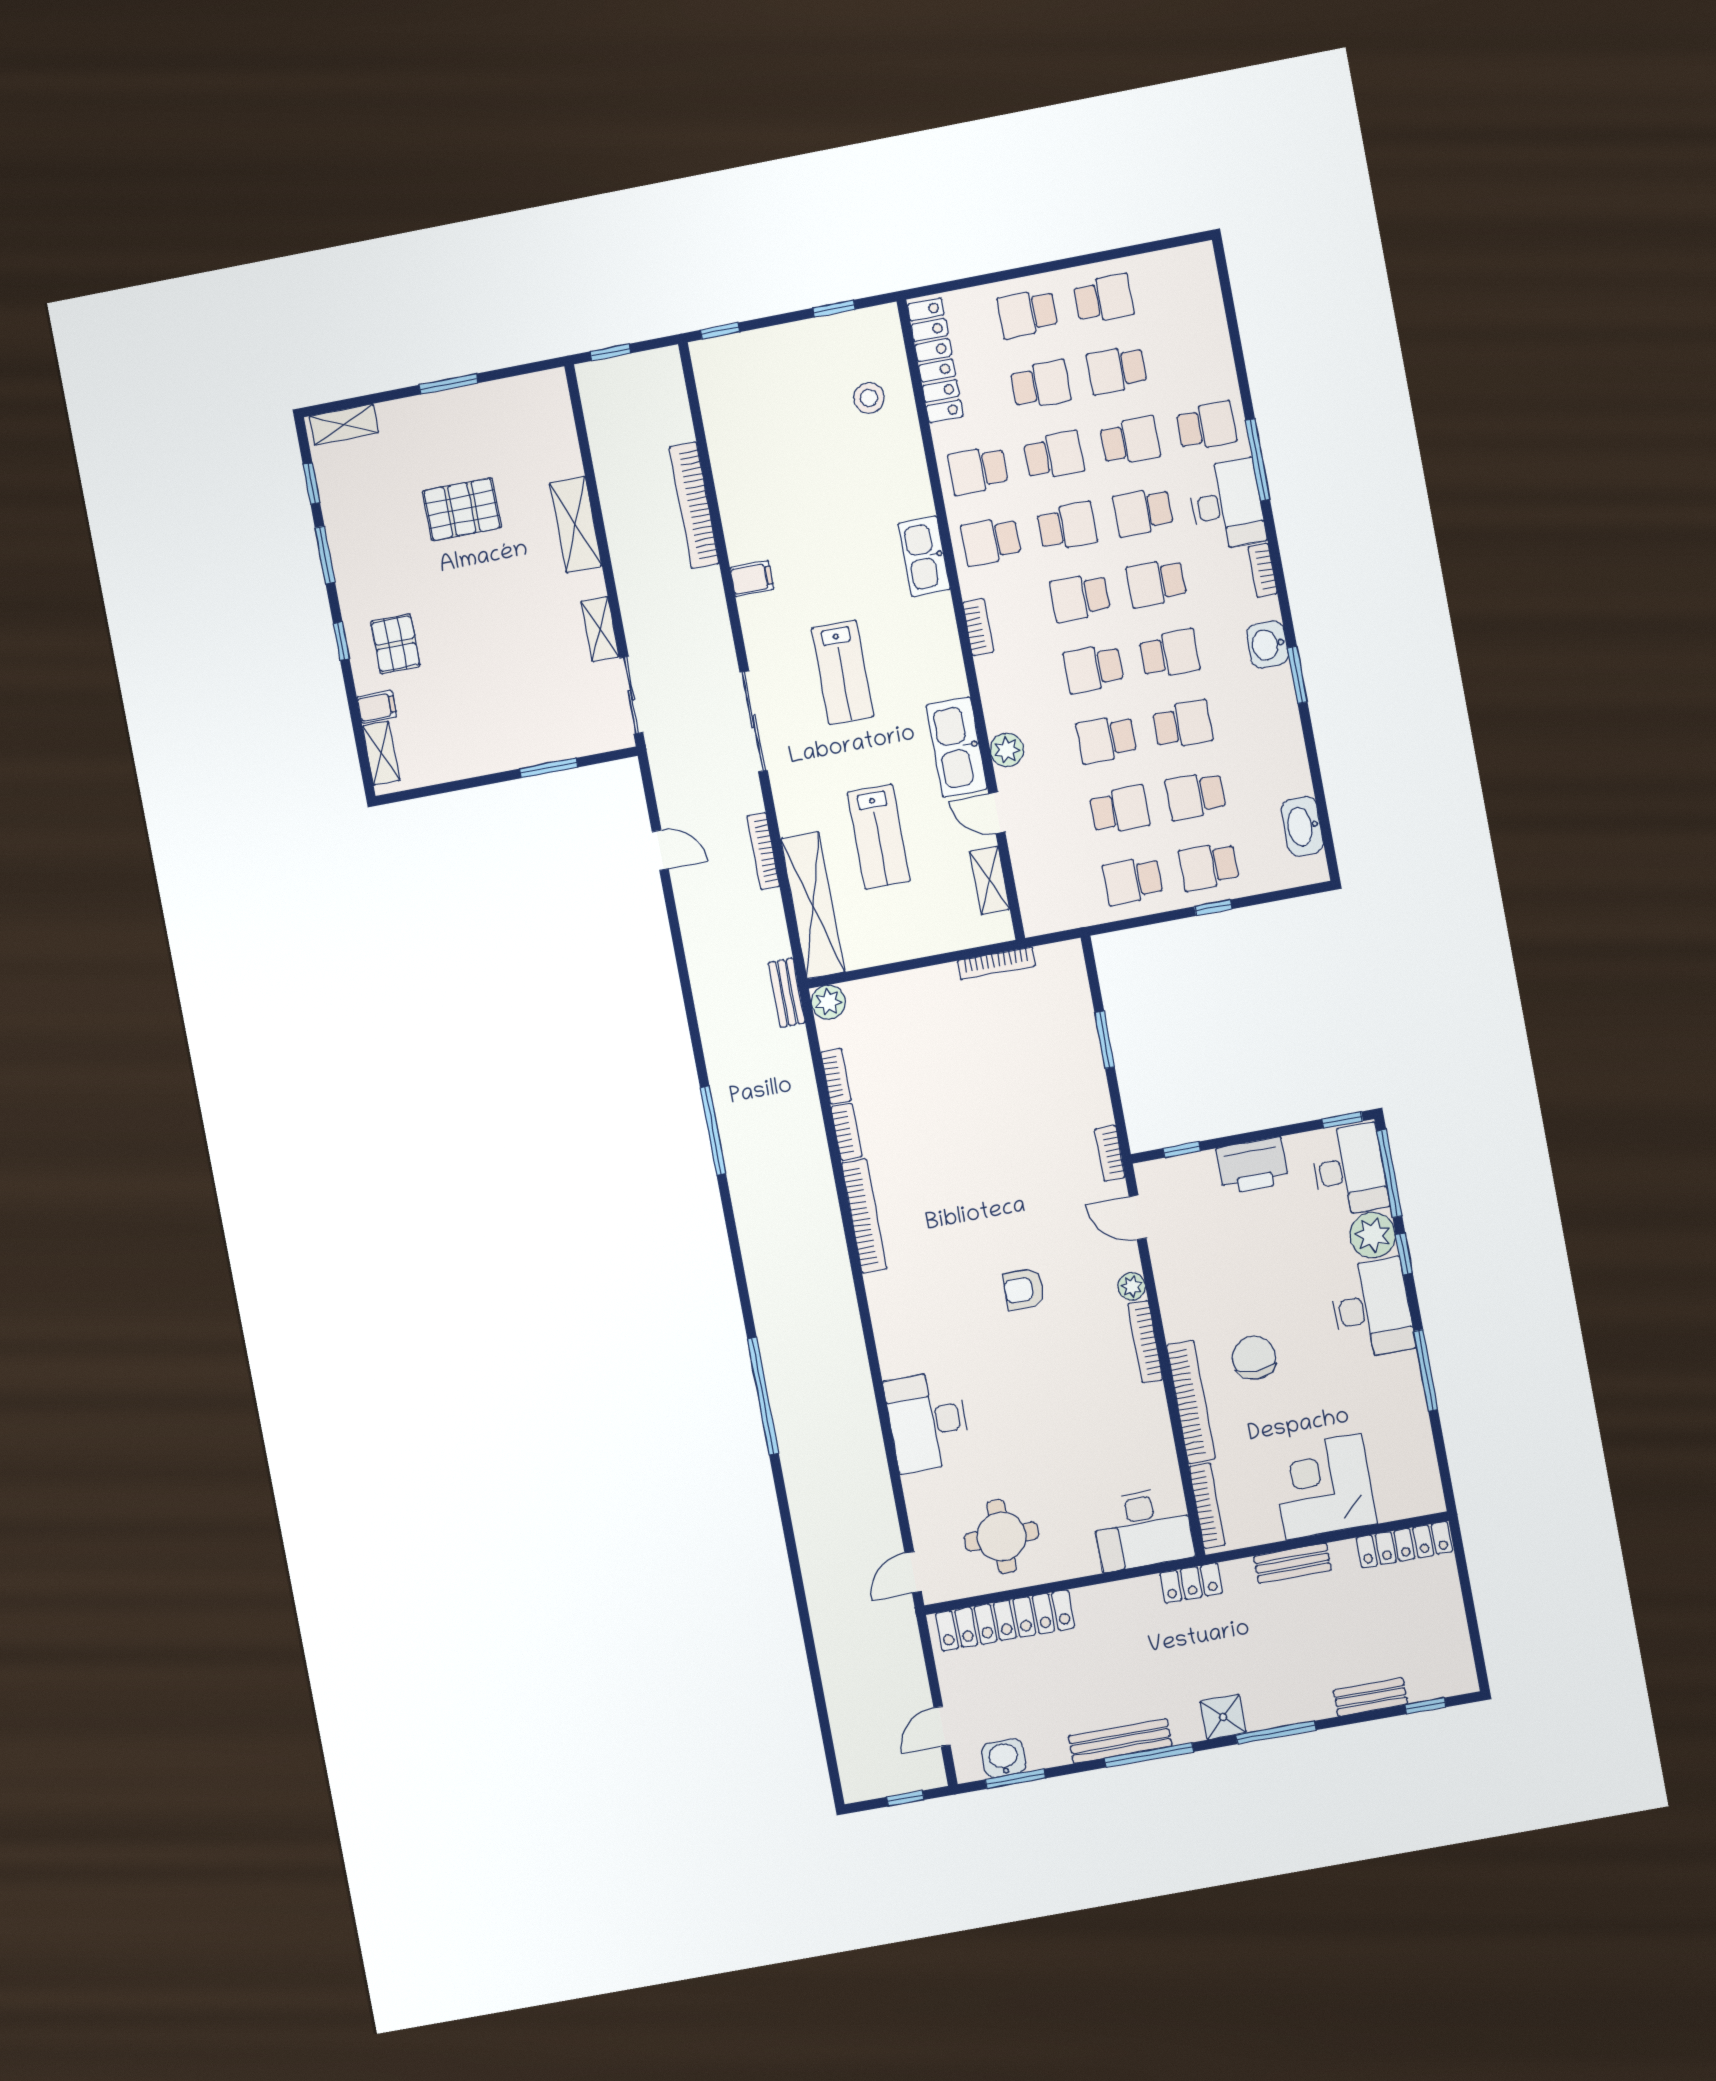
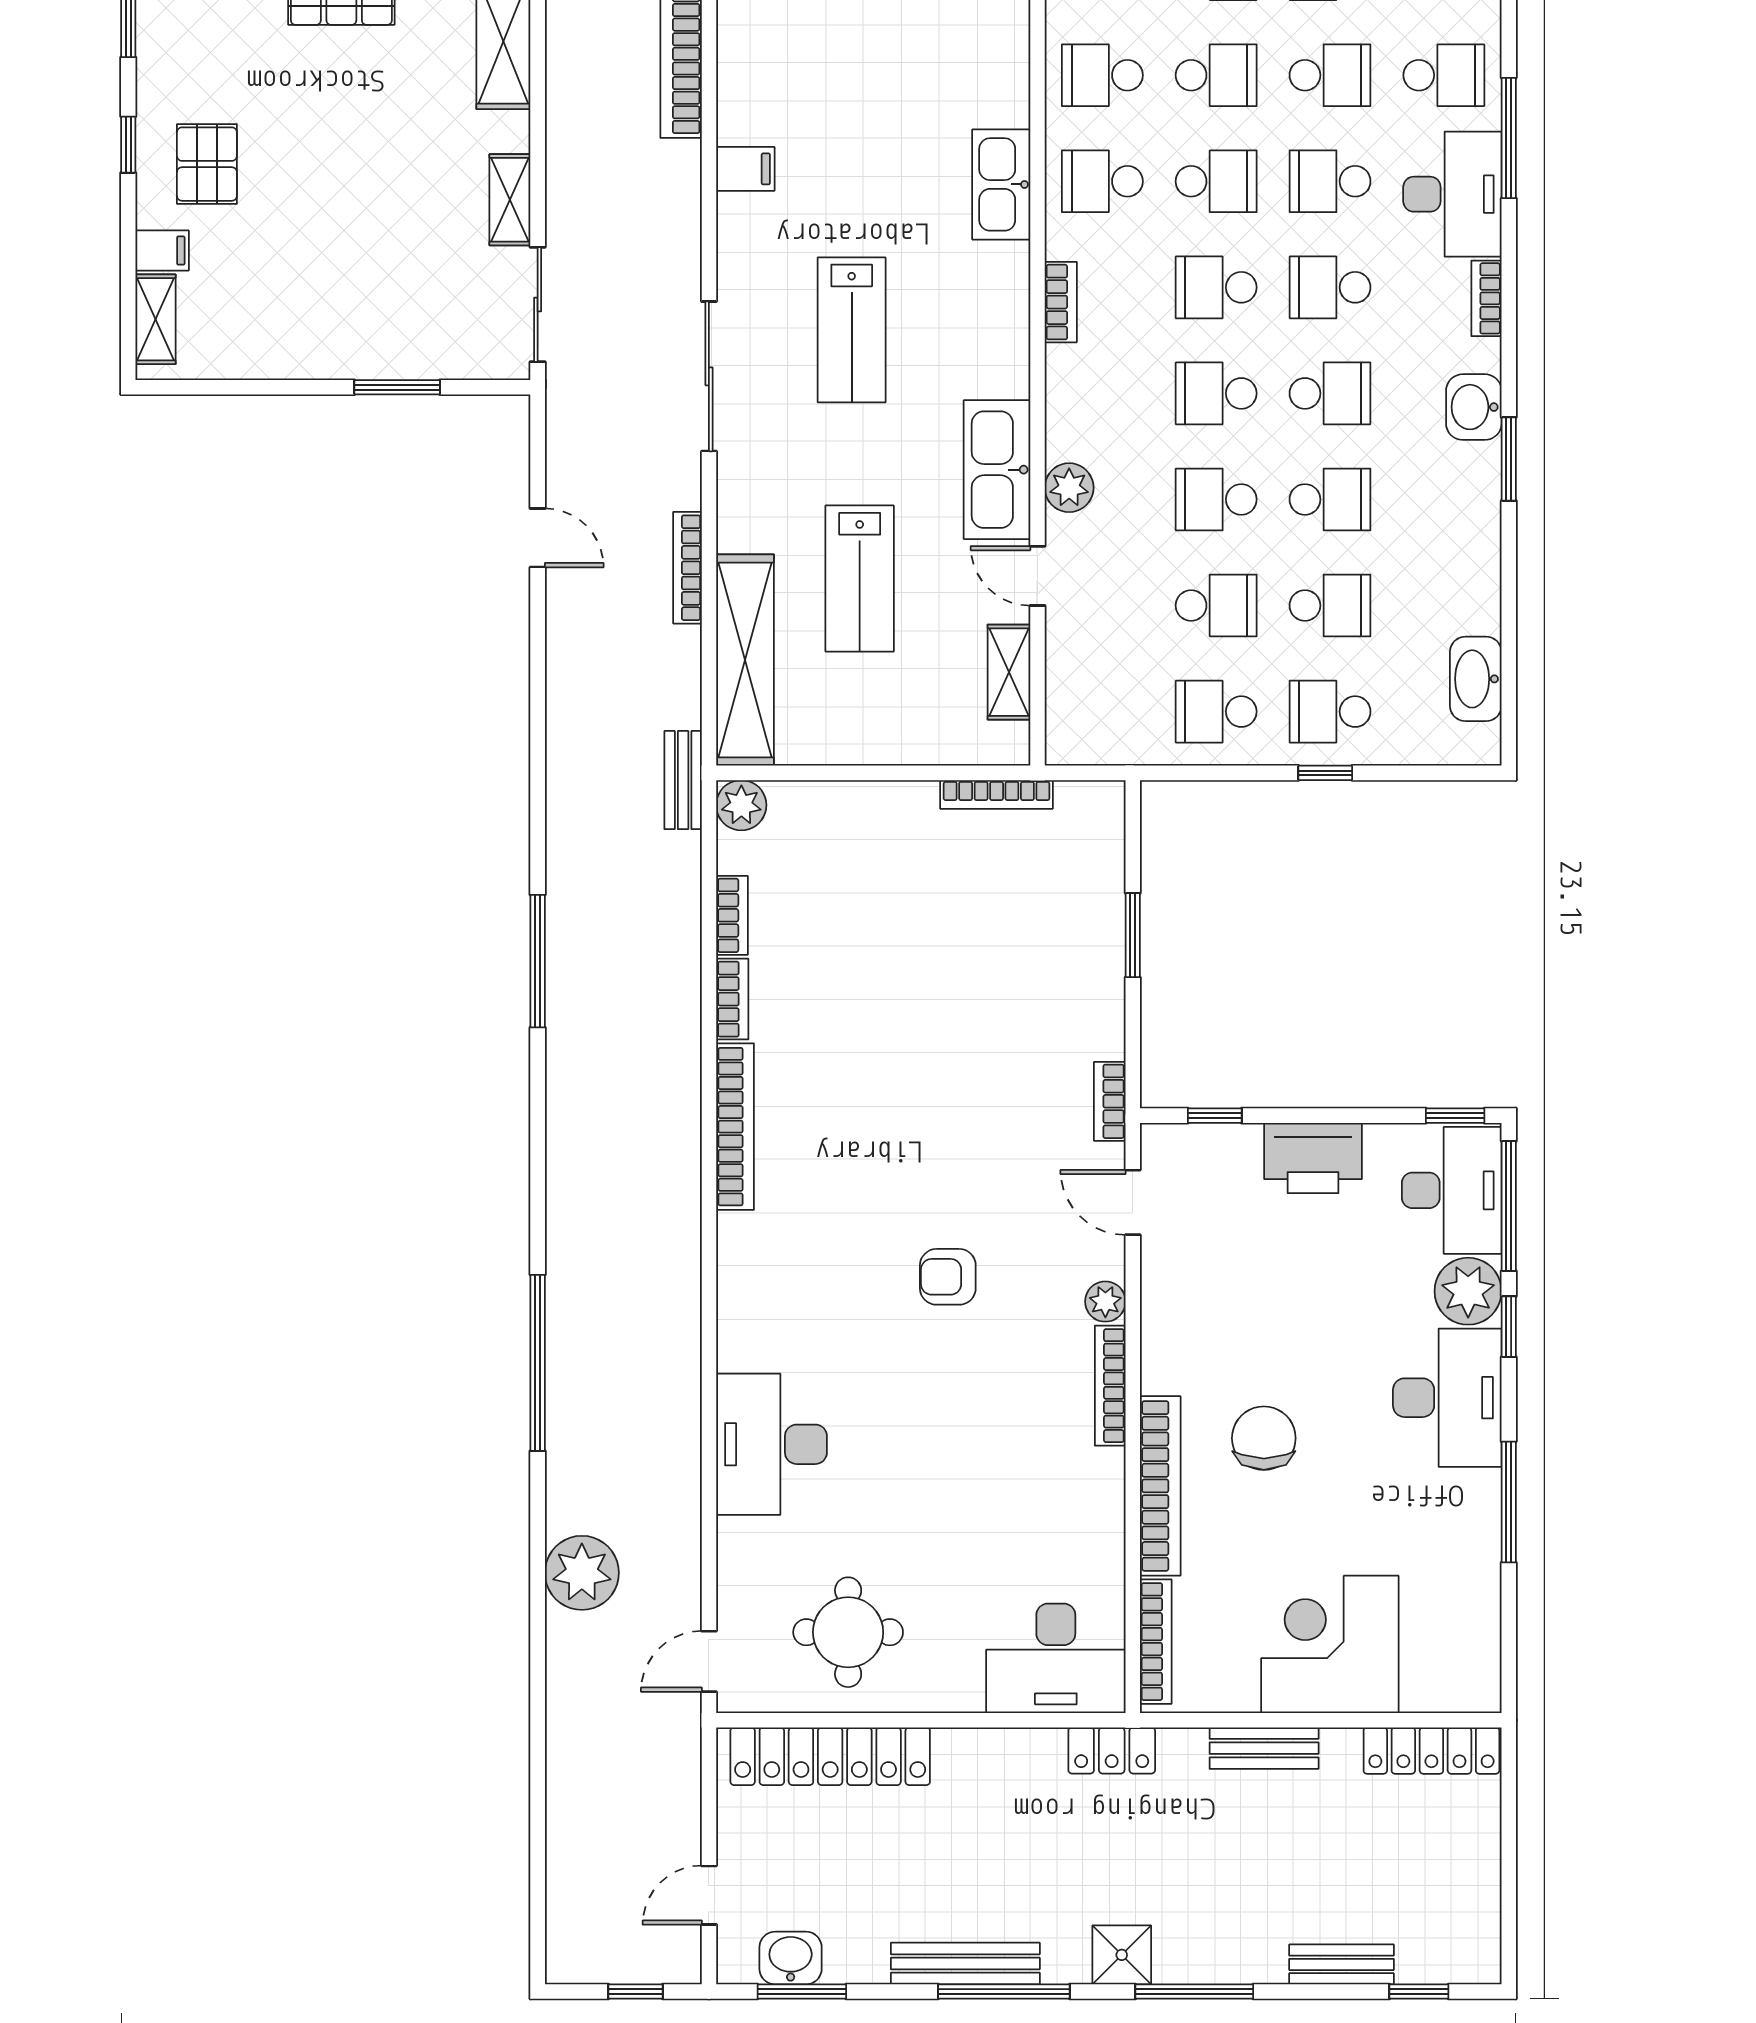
school desk: (1196, 795) -> (1330, 606), turned 180
plant: (818, 1529) -> (582, 1573), added

